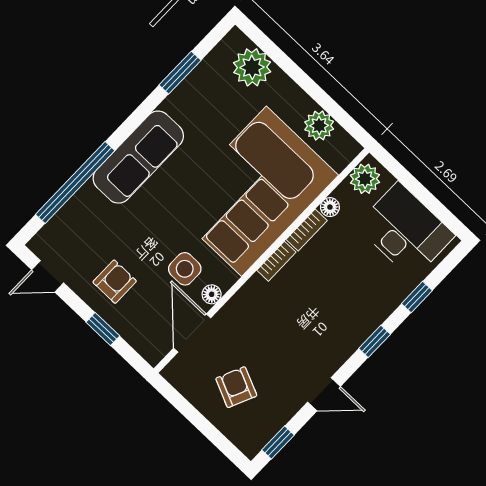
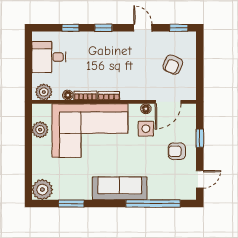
plant: (252, 67) -> (42, 190), moved
desk: (405, 231) -> (49, 57), width x0.73
door: (48, 276) -> (200, 179), hinge flipped

